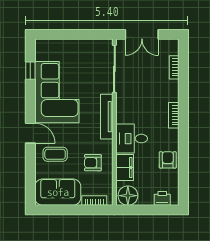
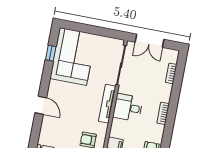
corner sofa: (57, 92) -> (73, 57), moved
desk: (132, 139) -> (128, 108), moved
coffee table: (55, 154) -> (58, 127), removed

